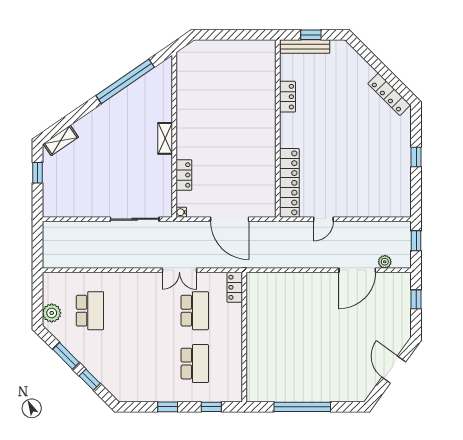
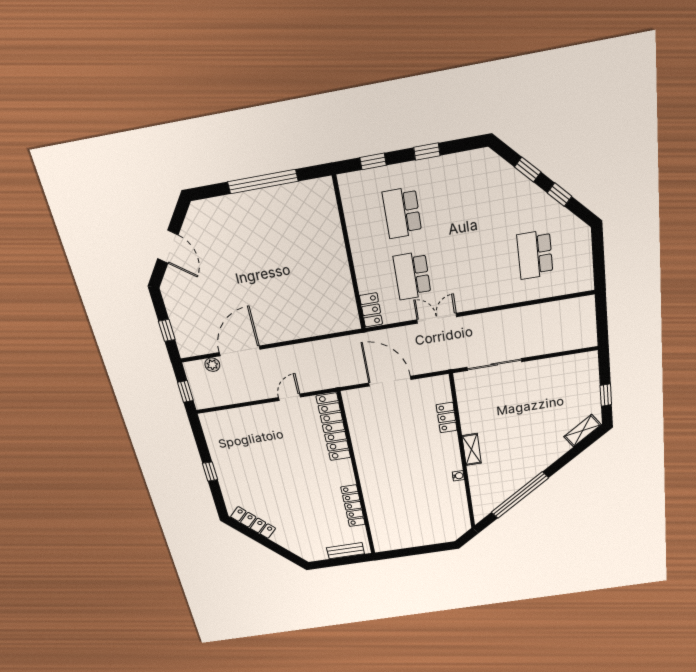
window: (311, 35) -> (342, 561), removed
bench: (305, 47) -> (346, 551), width x0.73
locker: (287, 97) -> (353, 506), width x1.53
water cooler: (181, 212) -> (458, 476), moved
plant: (52, 313) -> (580, 244), removed
window: (66, 356) -> (560, 195), width x0.67

